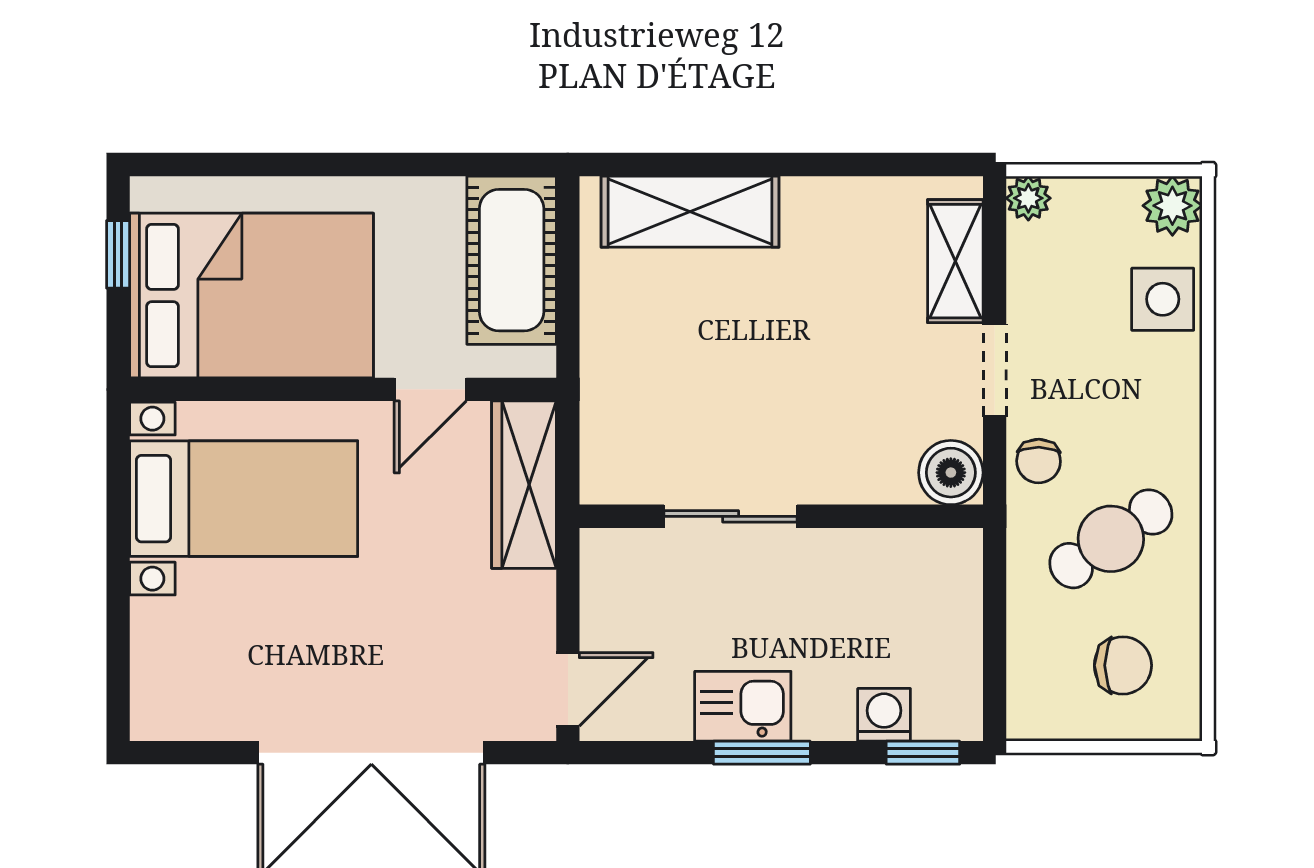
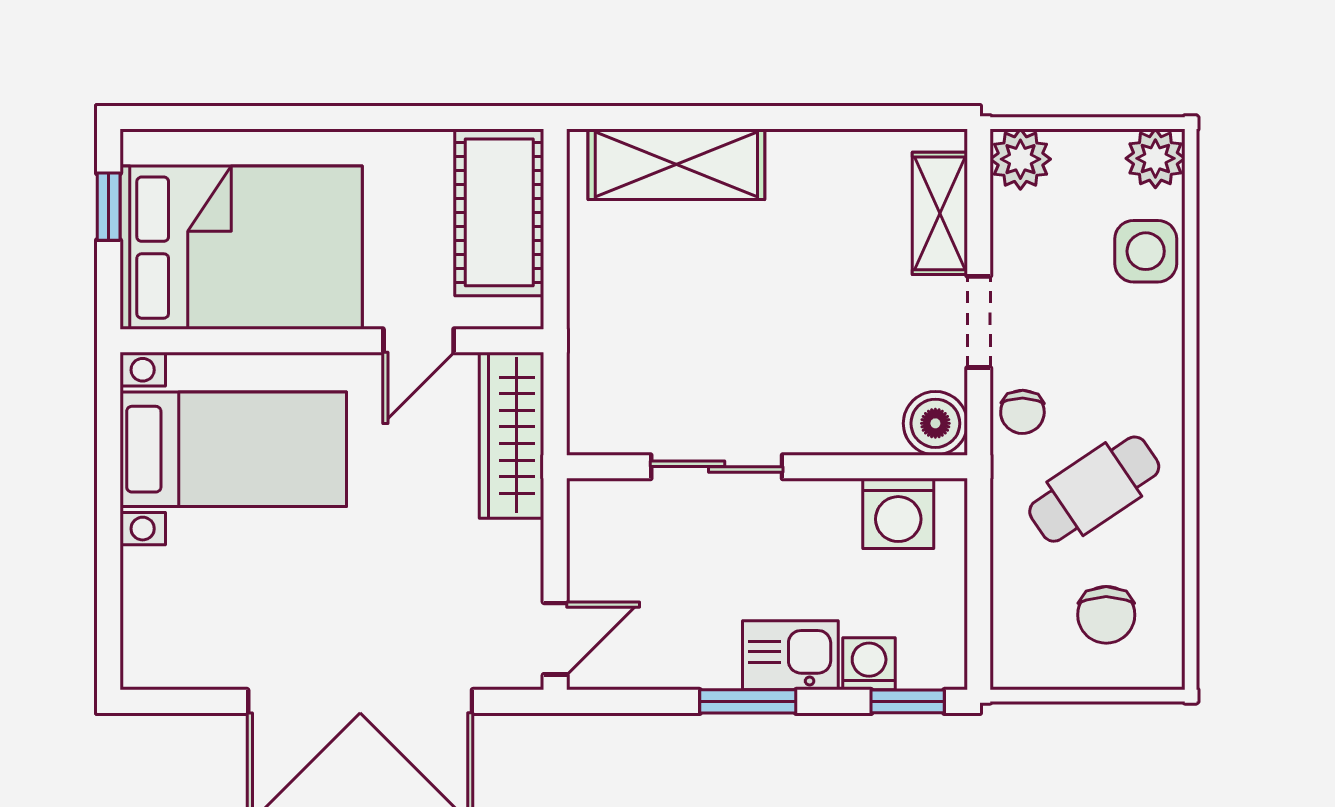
plant: (1028, 198) -> (1020, 159), width x1.38, depth x1.38
washing machine: (913, 563) -> (898, 513), added
chair: (1123, 665) -> (1106, 615), turned 90
kitchen sink: (743, 706) -> (790, 655), moved

